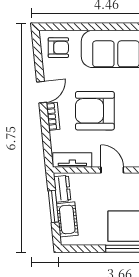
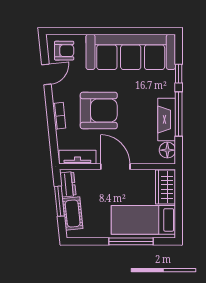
door: (42, 92) -> (46, 74), moved
armchair: (95, 111) -> (99, 111), turned 180
door: (112, 170) -> (115, 167), width x1.38

